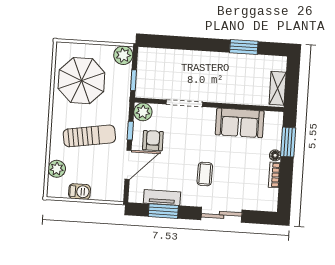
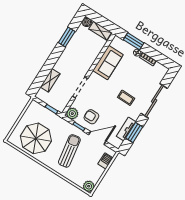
plant: (123, 55) -> (34, 107), removed
shelving: (172, 57) -> (50, 80), added
boiler: (279, 63) -> (87, 22), added
door: (128, 165) -> (97, 138), hinge flipped
plant: (57, 169) -> (89, 186), moved
barbecue: (79, 192) -> (105, 161), moved
sliding door: (222, 215) -> (154, 101), width x1.37

